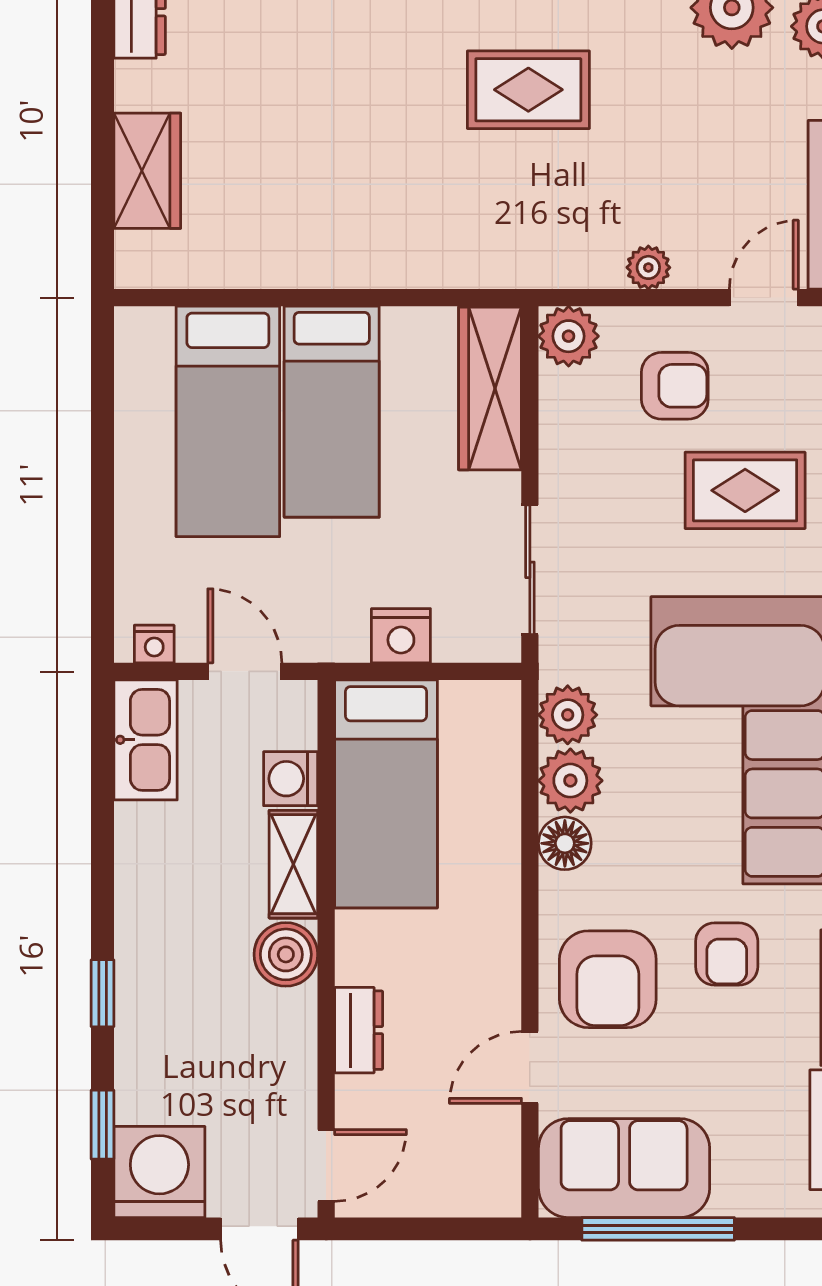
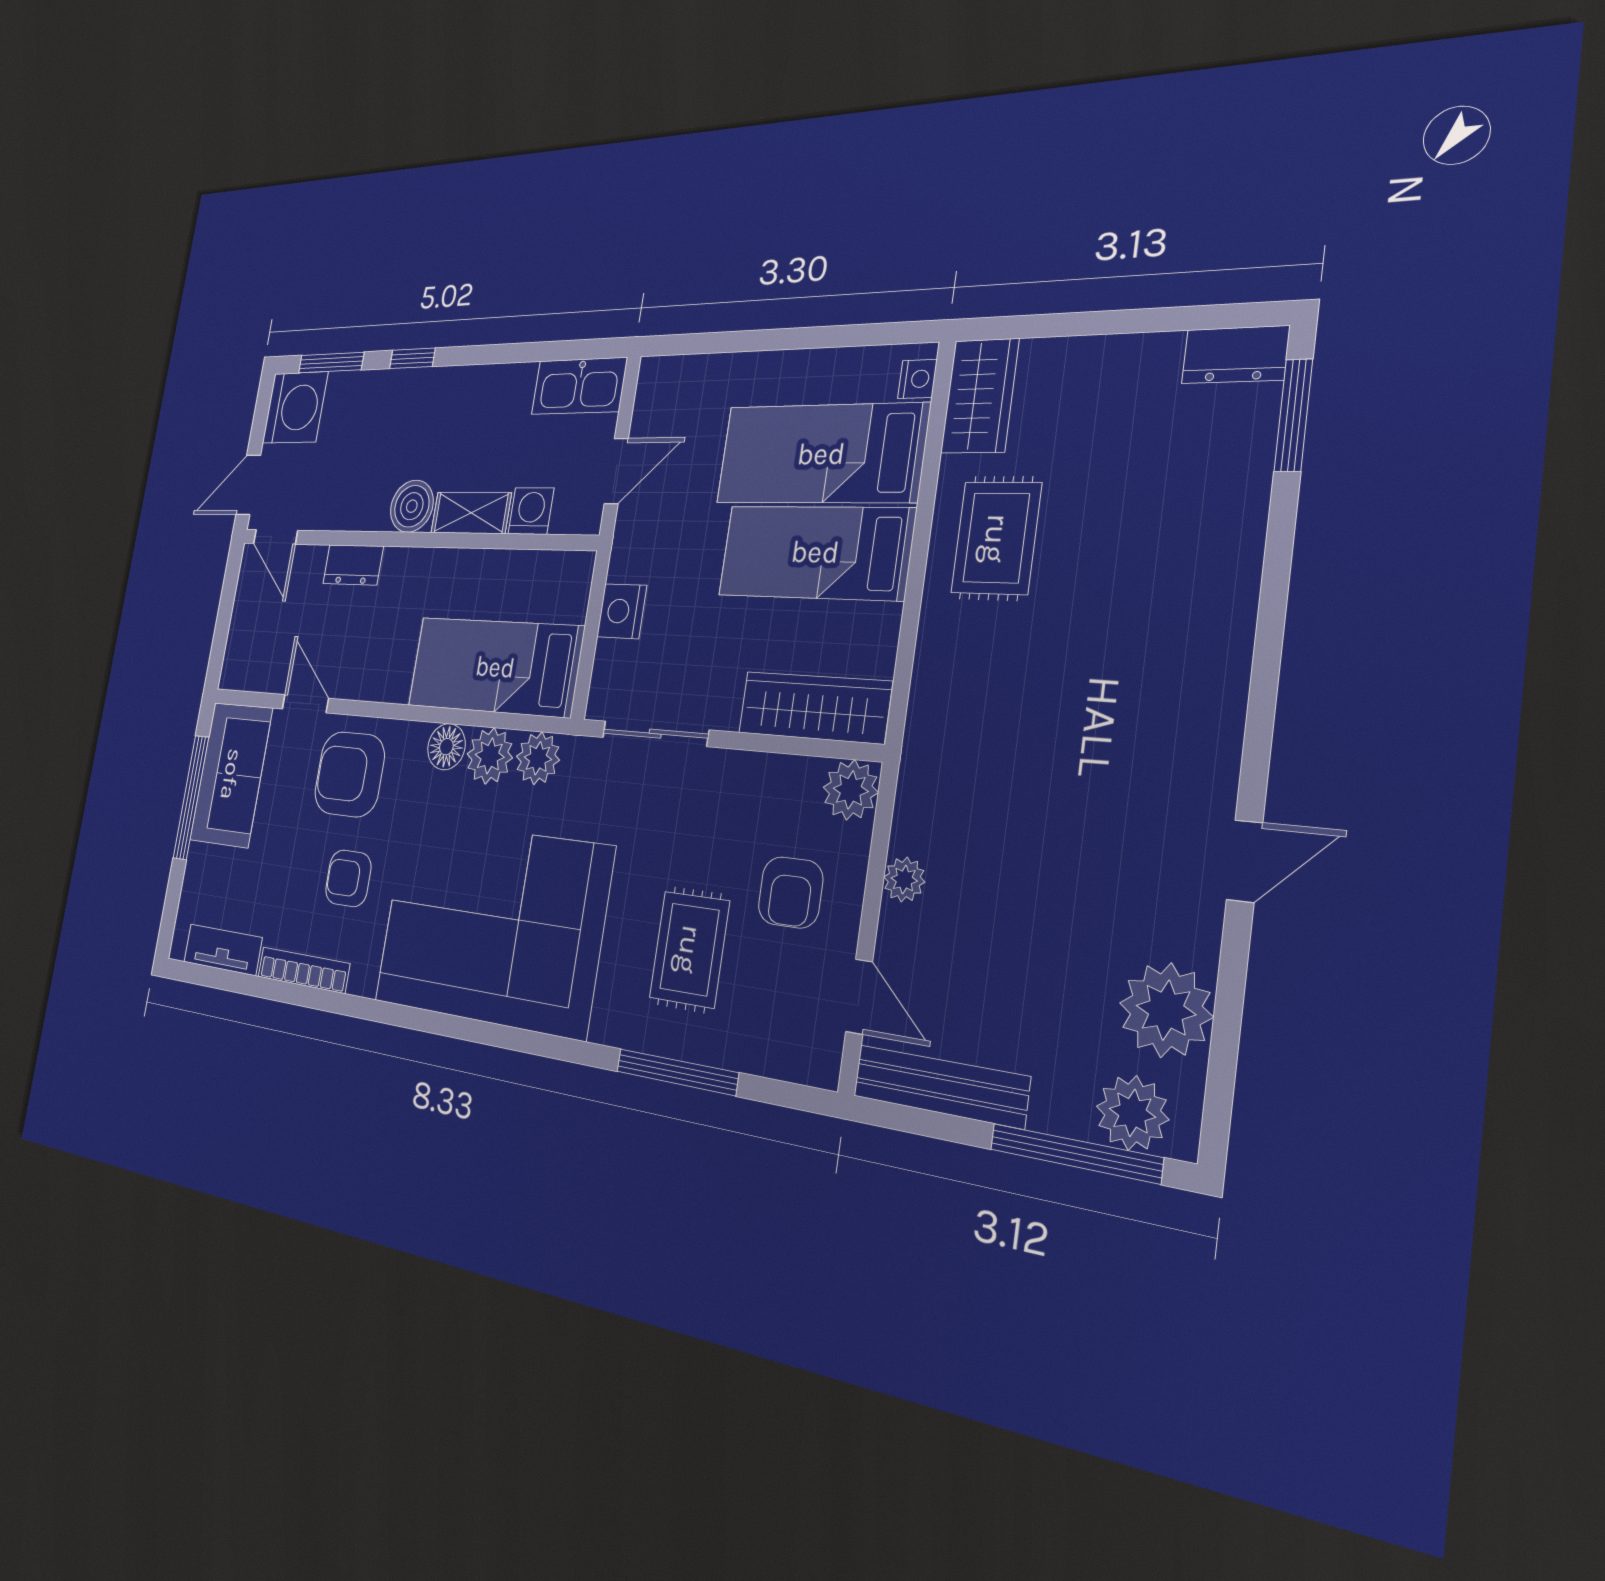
rug: (528, 90) -> (996, 538), moved
wardrobe: (147, 171) -> (980, 396), moved, turned -90
nightstand: (154, 644) -> (917, 379), moved, turned 180
bed: (386, 794) -> (495, 667), moved
window: (103, 1125) -> (331, 363), width x1.50

